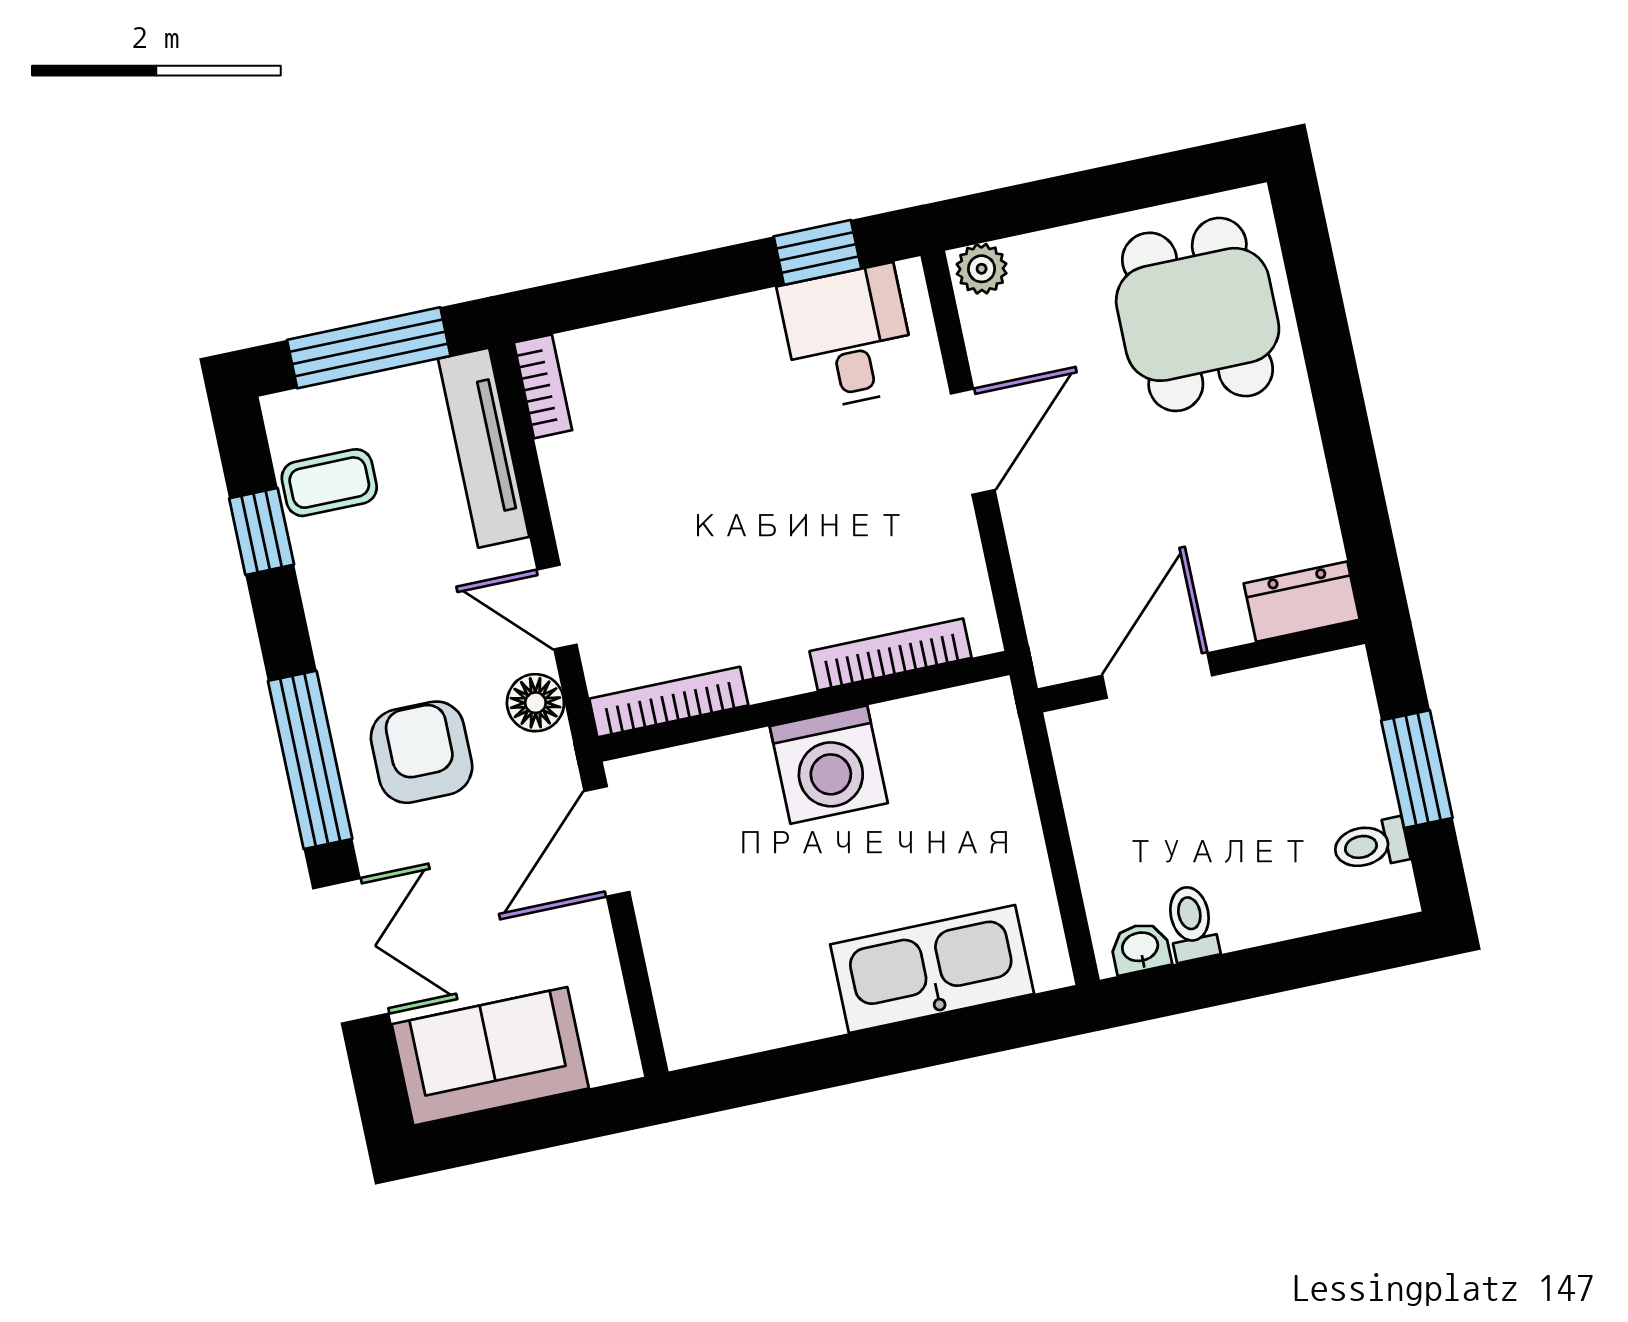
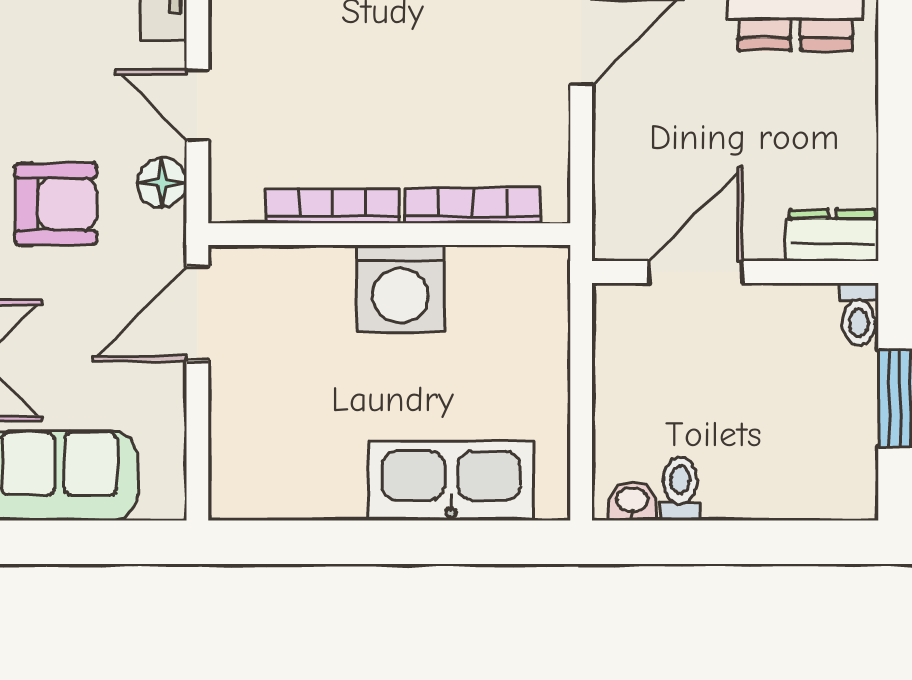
bookcase: (669, 702) -> (333, 206), moved
armchair: (422, 752) -> (56, 204), turned 90
toilet: (1371, 845) -> (859, 314), moved, turned -90

